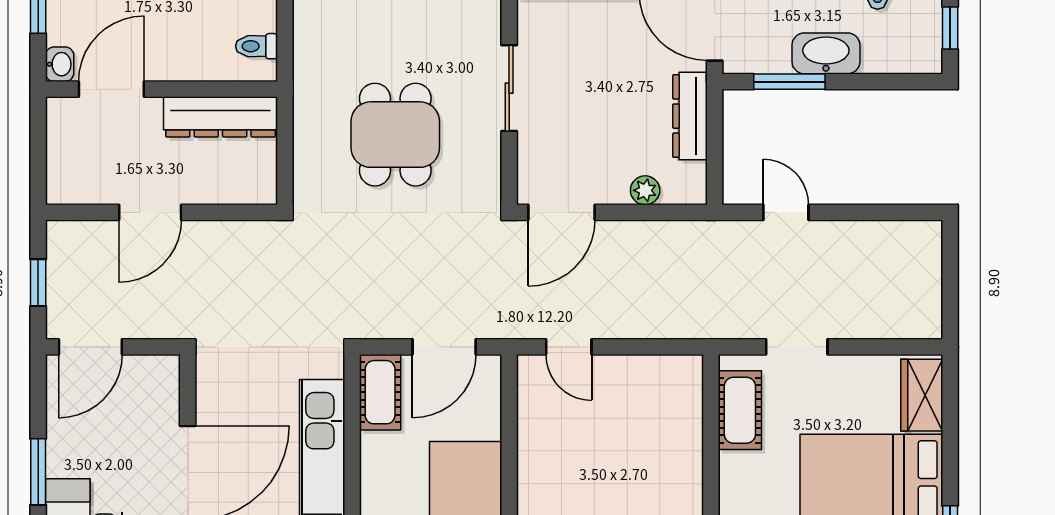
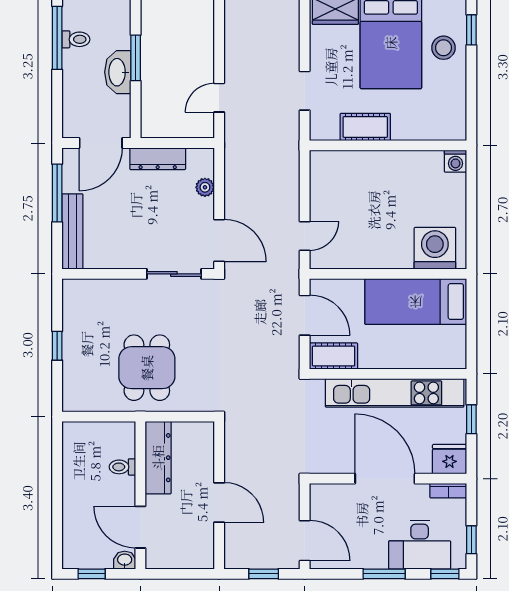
toilet: (256, 46) -> (122, 467), moved, turned 90
window: (789, 82) -> (136, 58), moved
sliding door: (509, 88) -> (174, 274), moved
dining table: (395, 135) -> (147, 368), moved, turned 90
cot: (740, 410) -> (365, 127), moved

